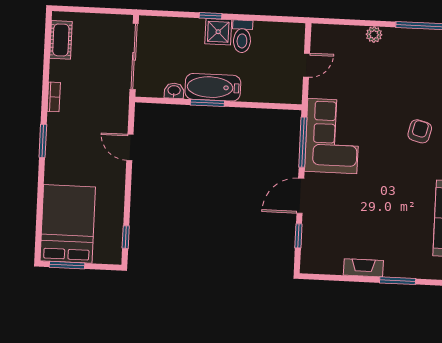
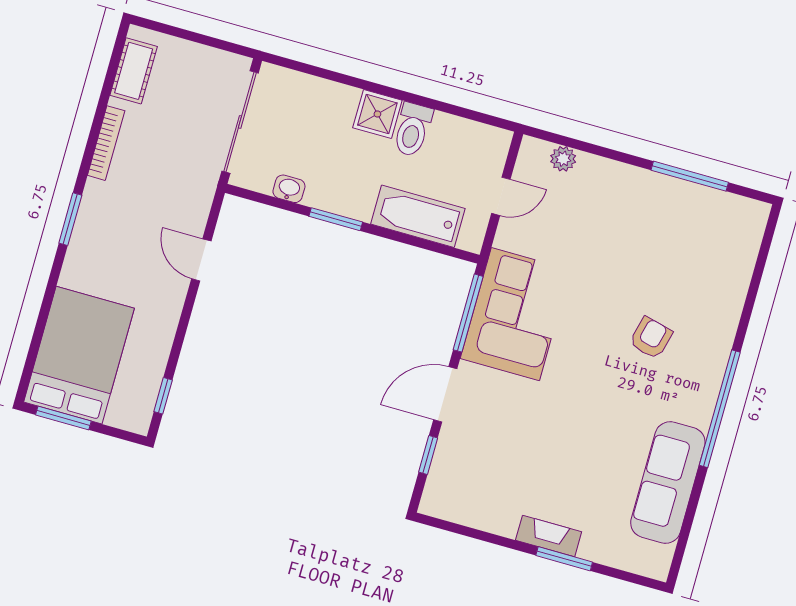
window: (210, 16) -> (371, 87), removed
plant: (374, 35) -> (563, 159), moved
bathtub: (213, 87) -> (418, 216), moved
bookcase: (54, 97) -> (106, 143), width x1.56
fireplace: (363, 268) -> (549, 536), moved

